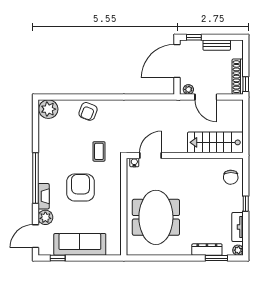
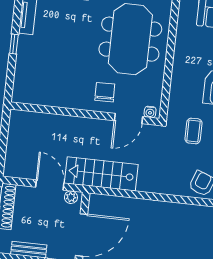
stairs: (215, 142) -> (101, 174), moved, turned 180
chair: (231, 177) -> (105, 92), moved

